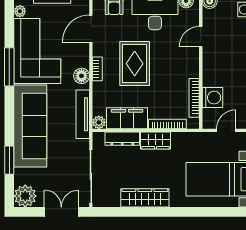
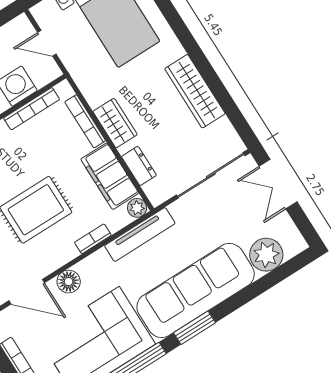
bookcase: (97, 69) -> (93, 239), moved
floor lamp: (81, 76) -> (69, 282), moved
dresser: (122, 139) -> (139, 166), width x0.70
window: (9, 160) -> (195, 328), moved
plant: (25, 196) -> (266, 255), moved

